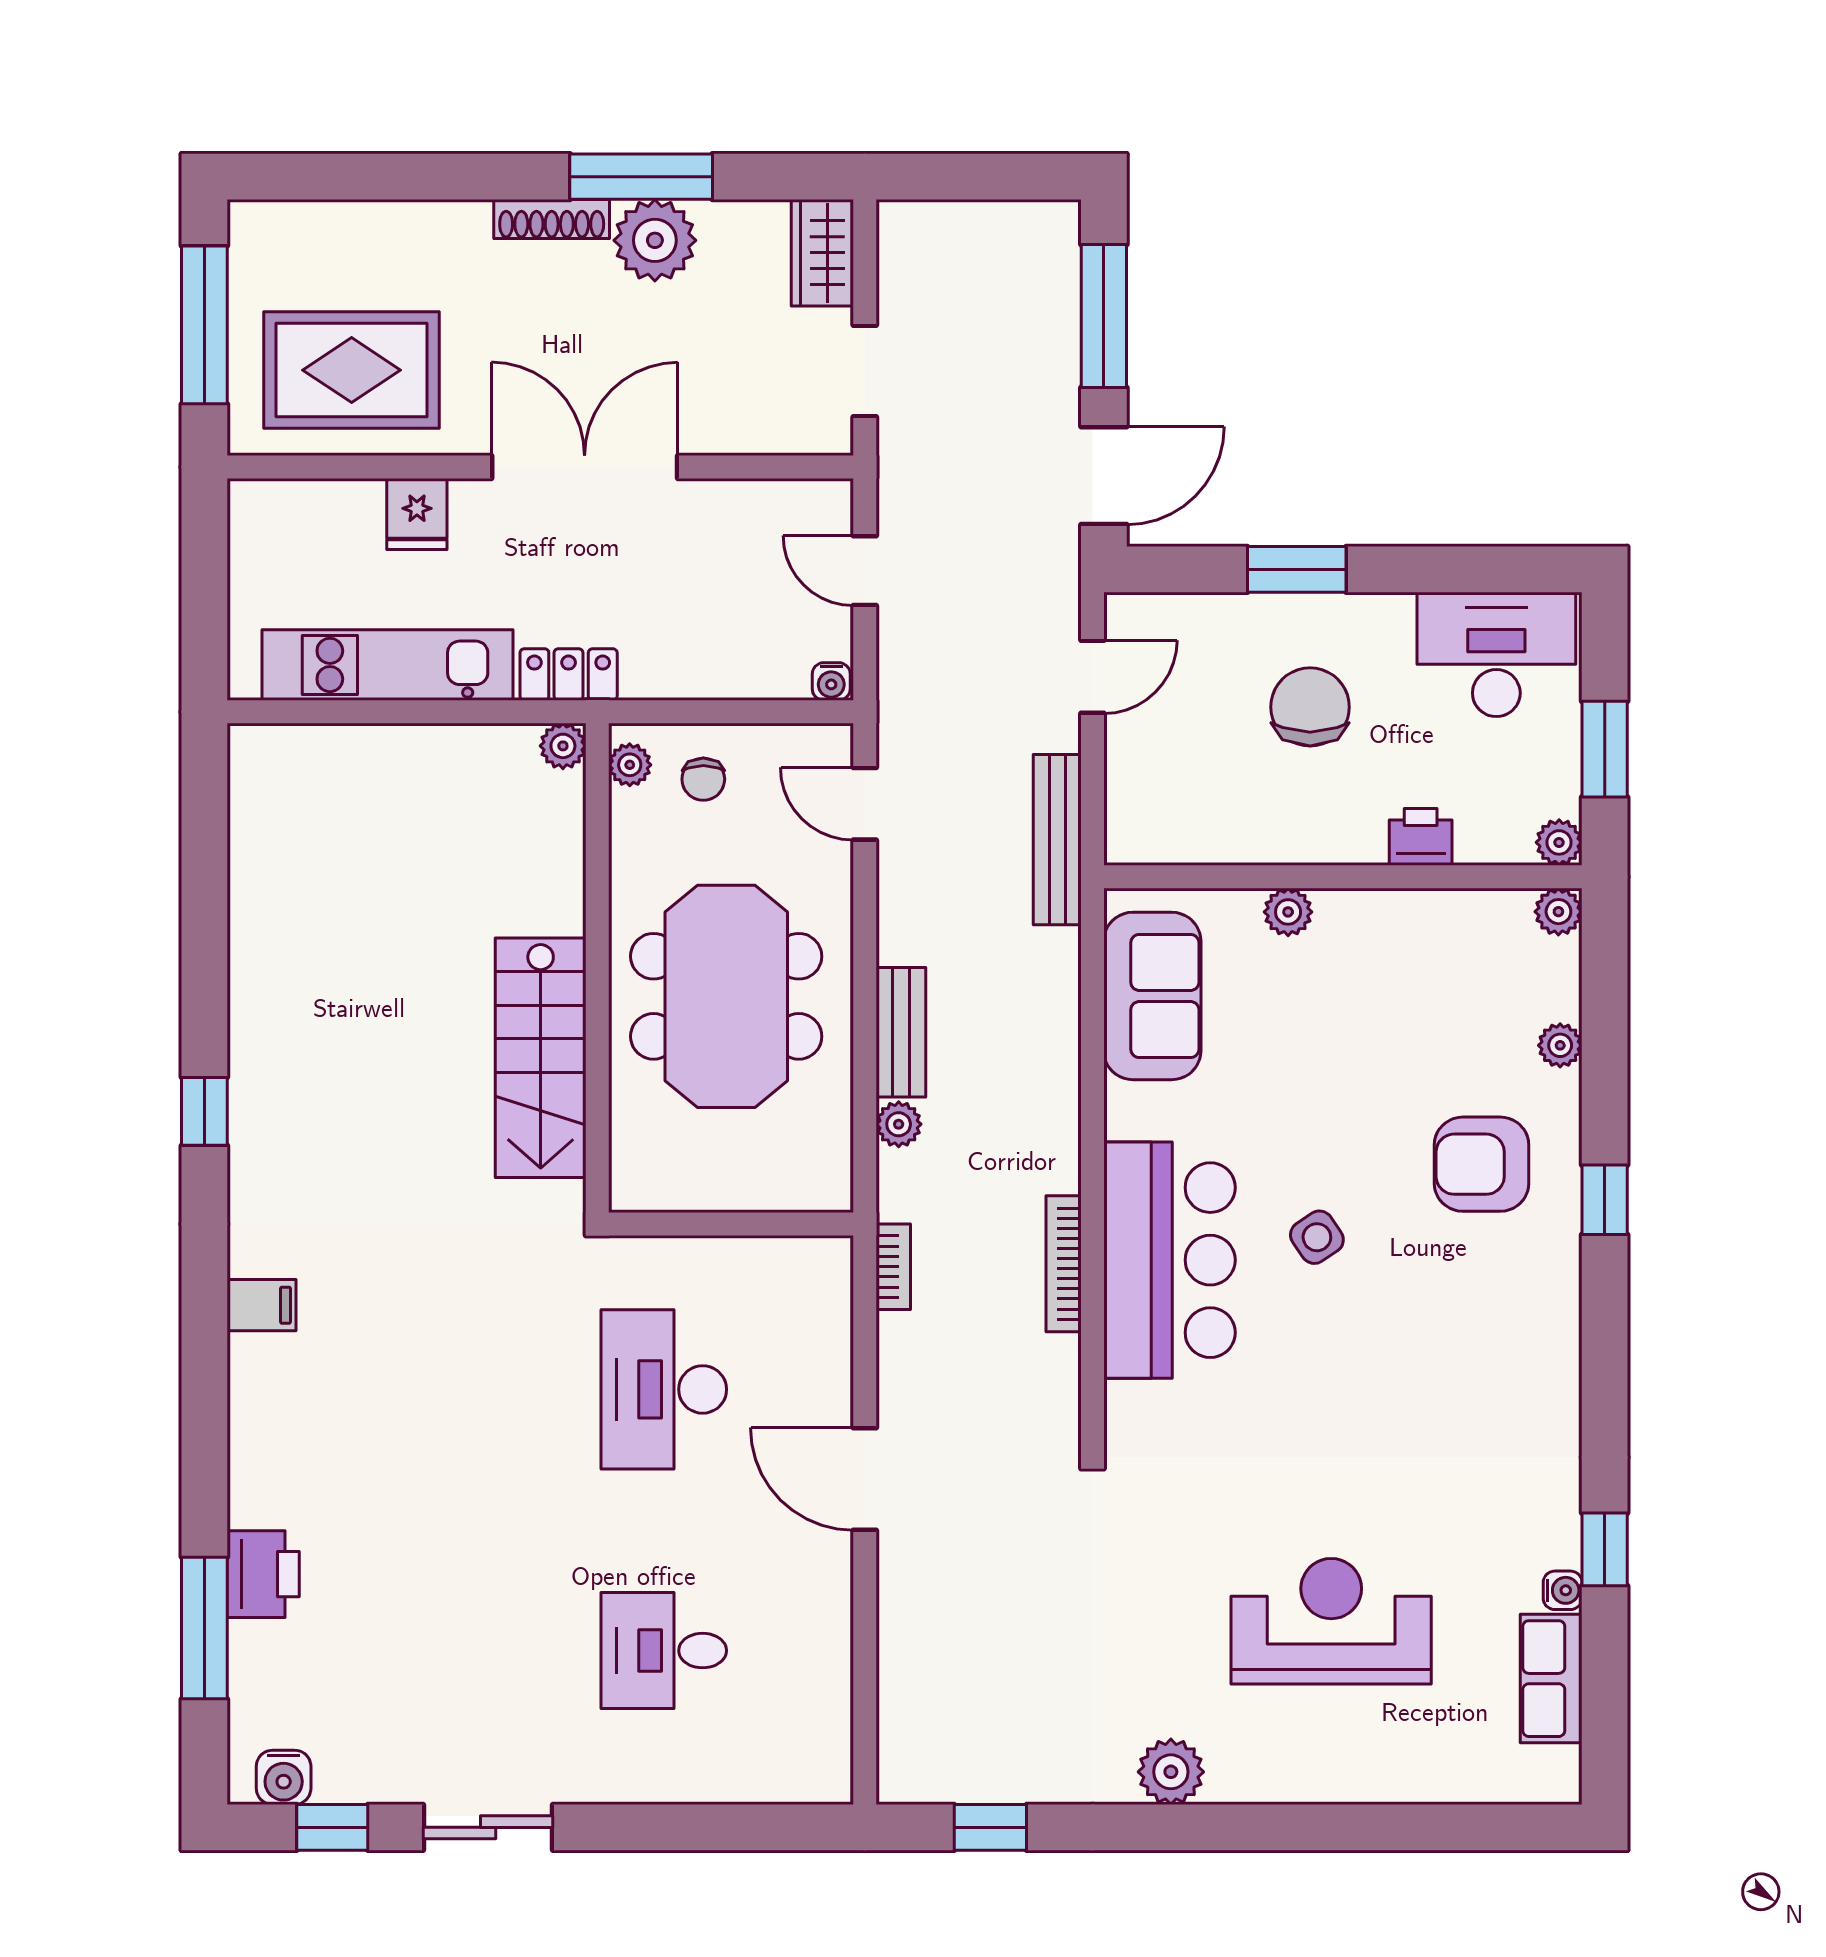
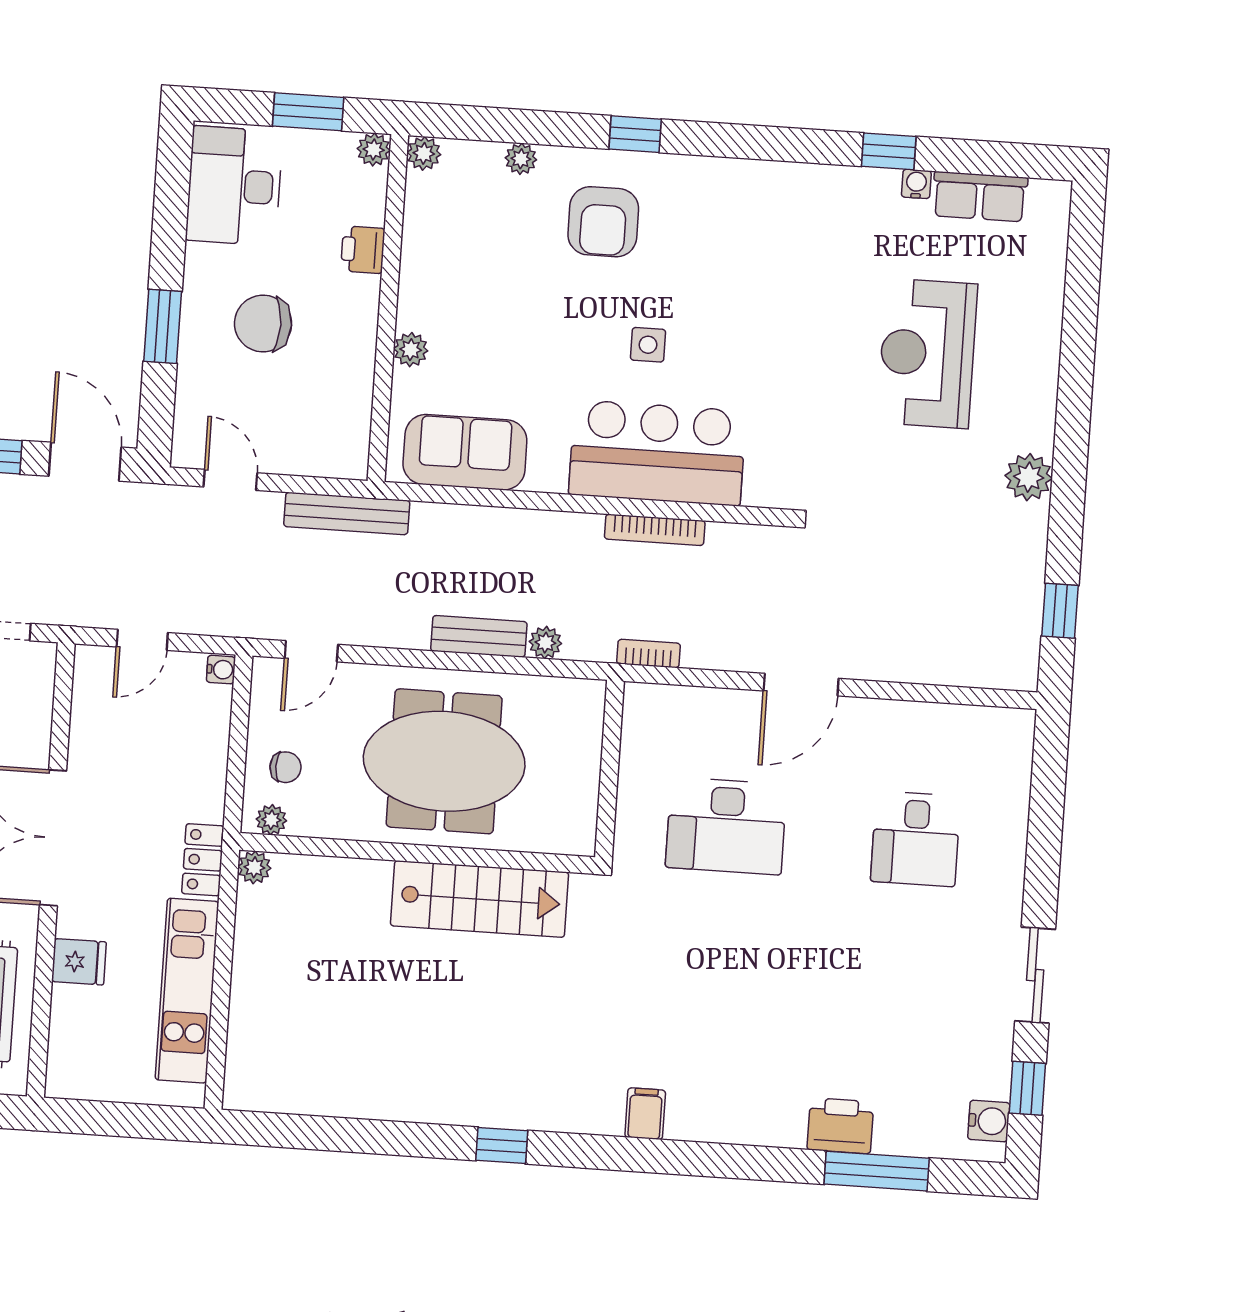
side table: (1317, 1237) -> (648, 345), turned 34

